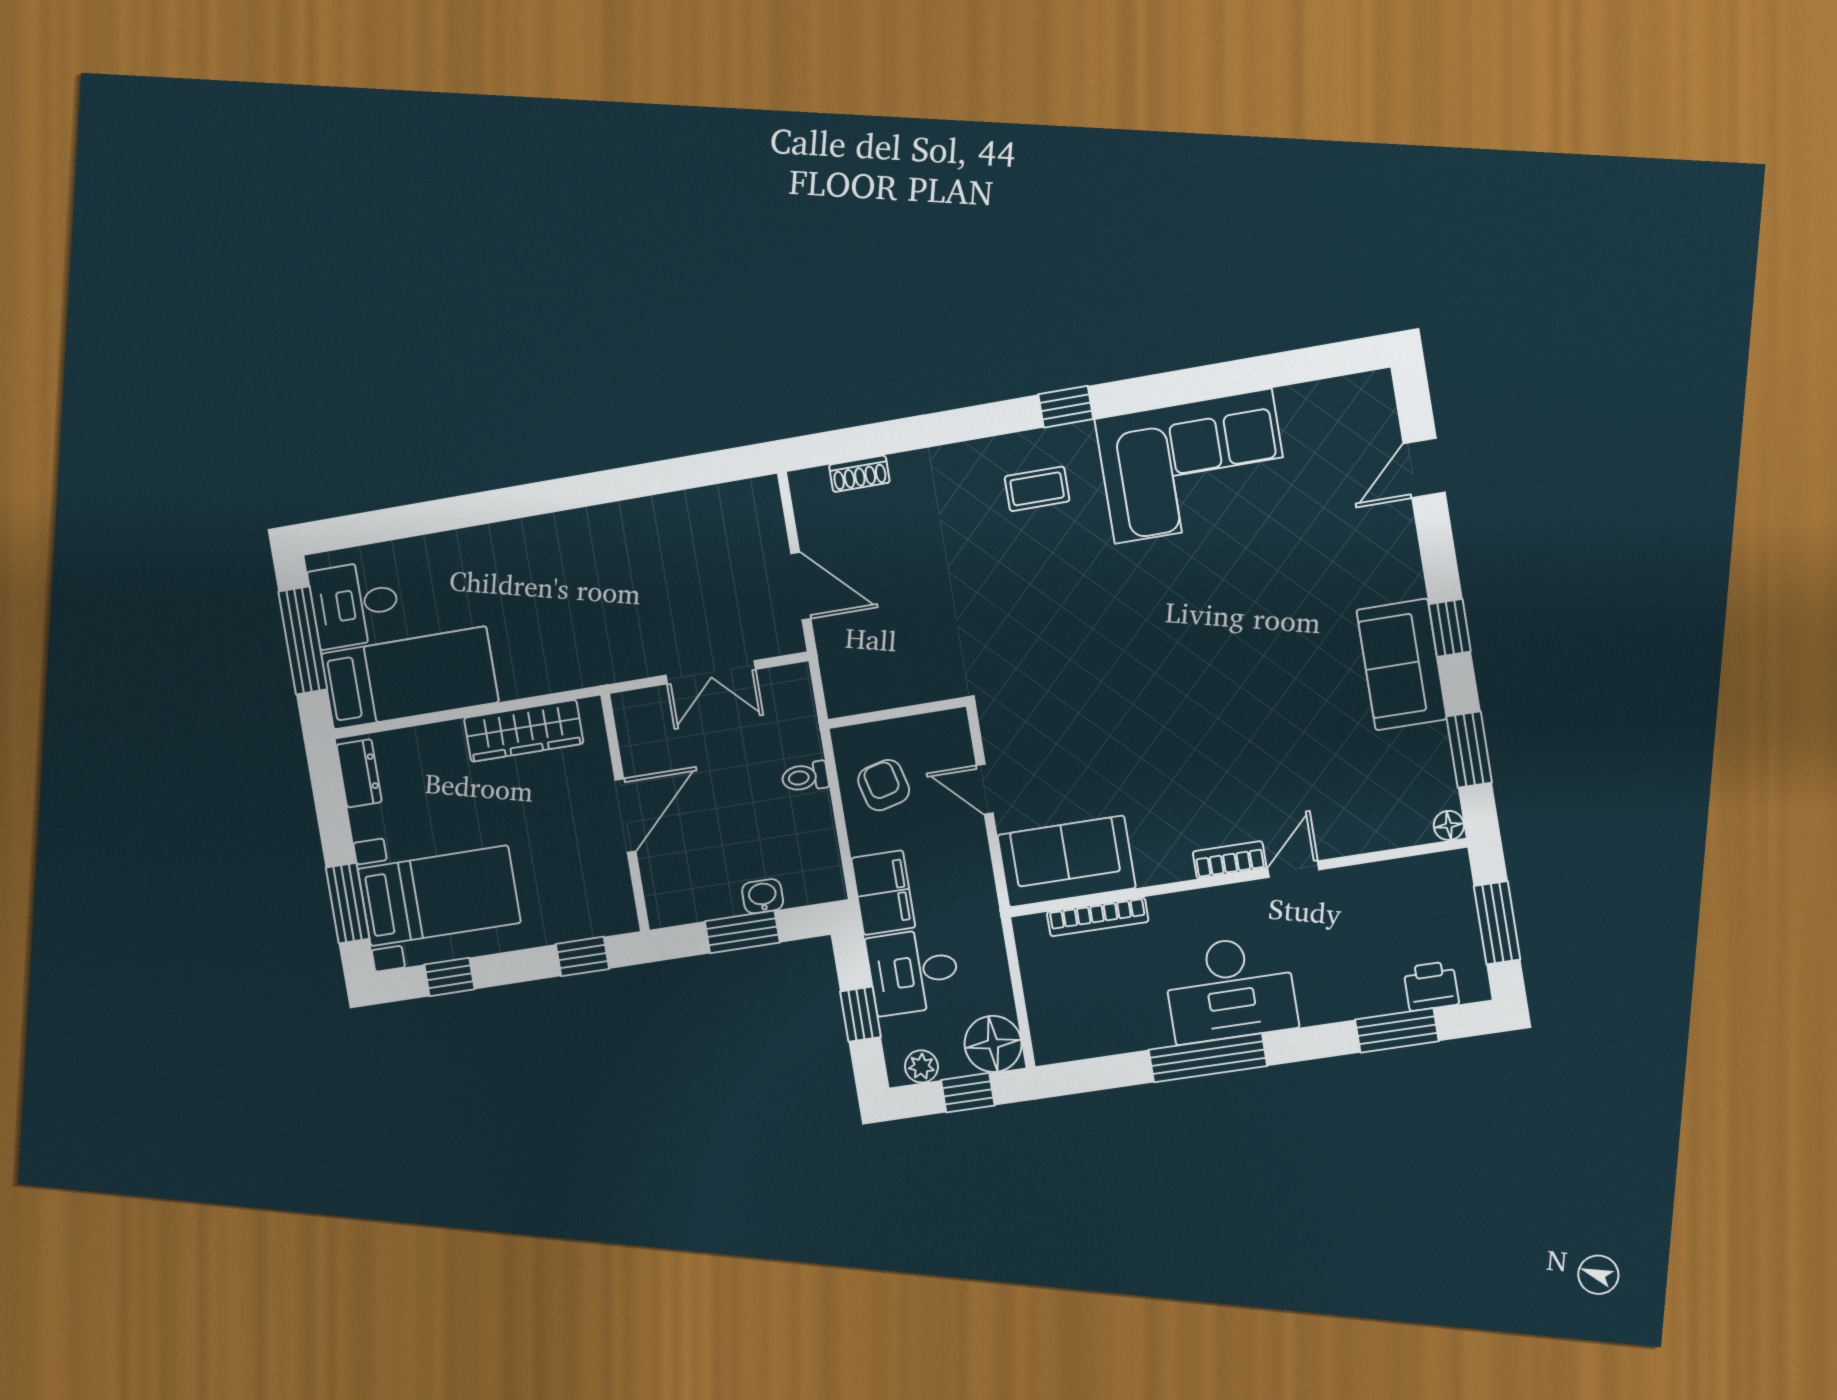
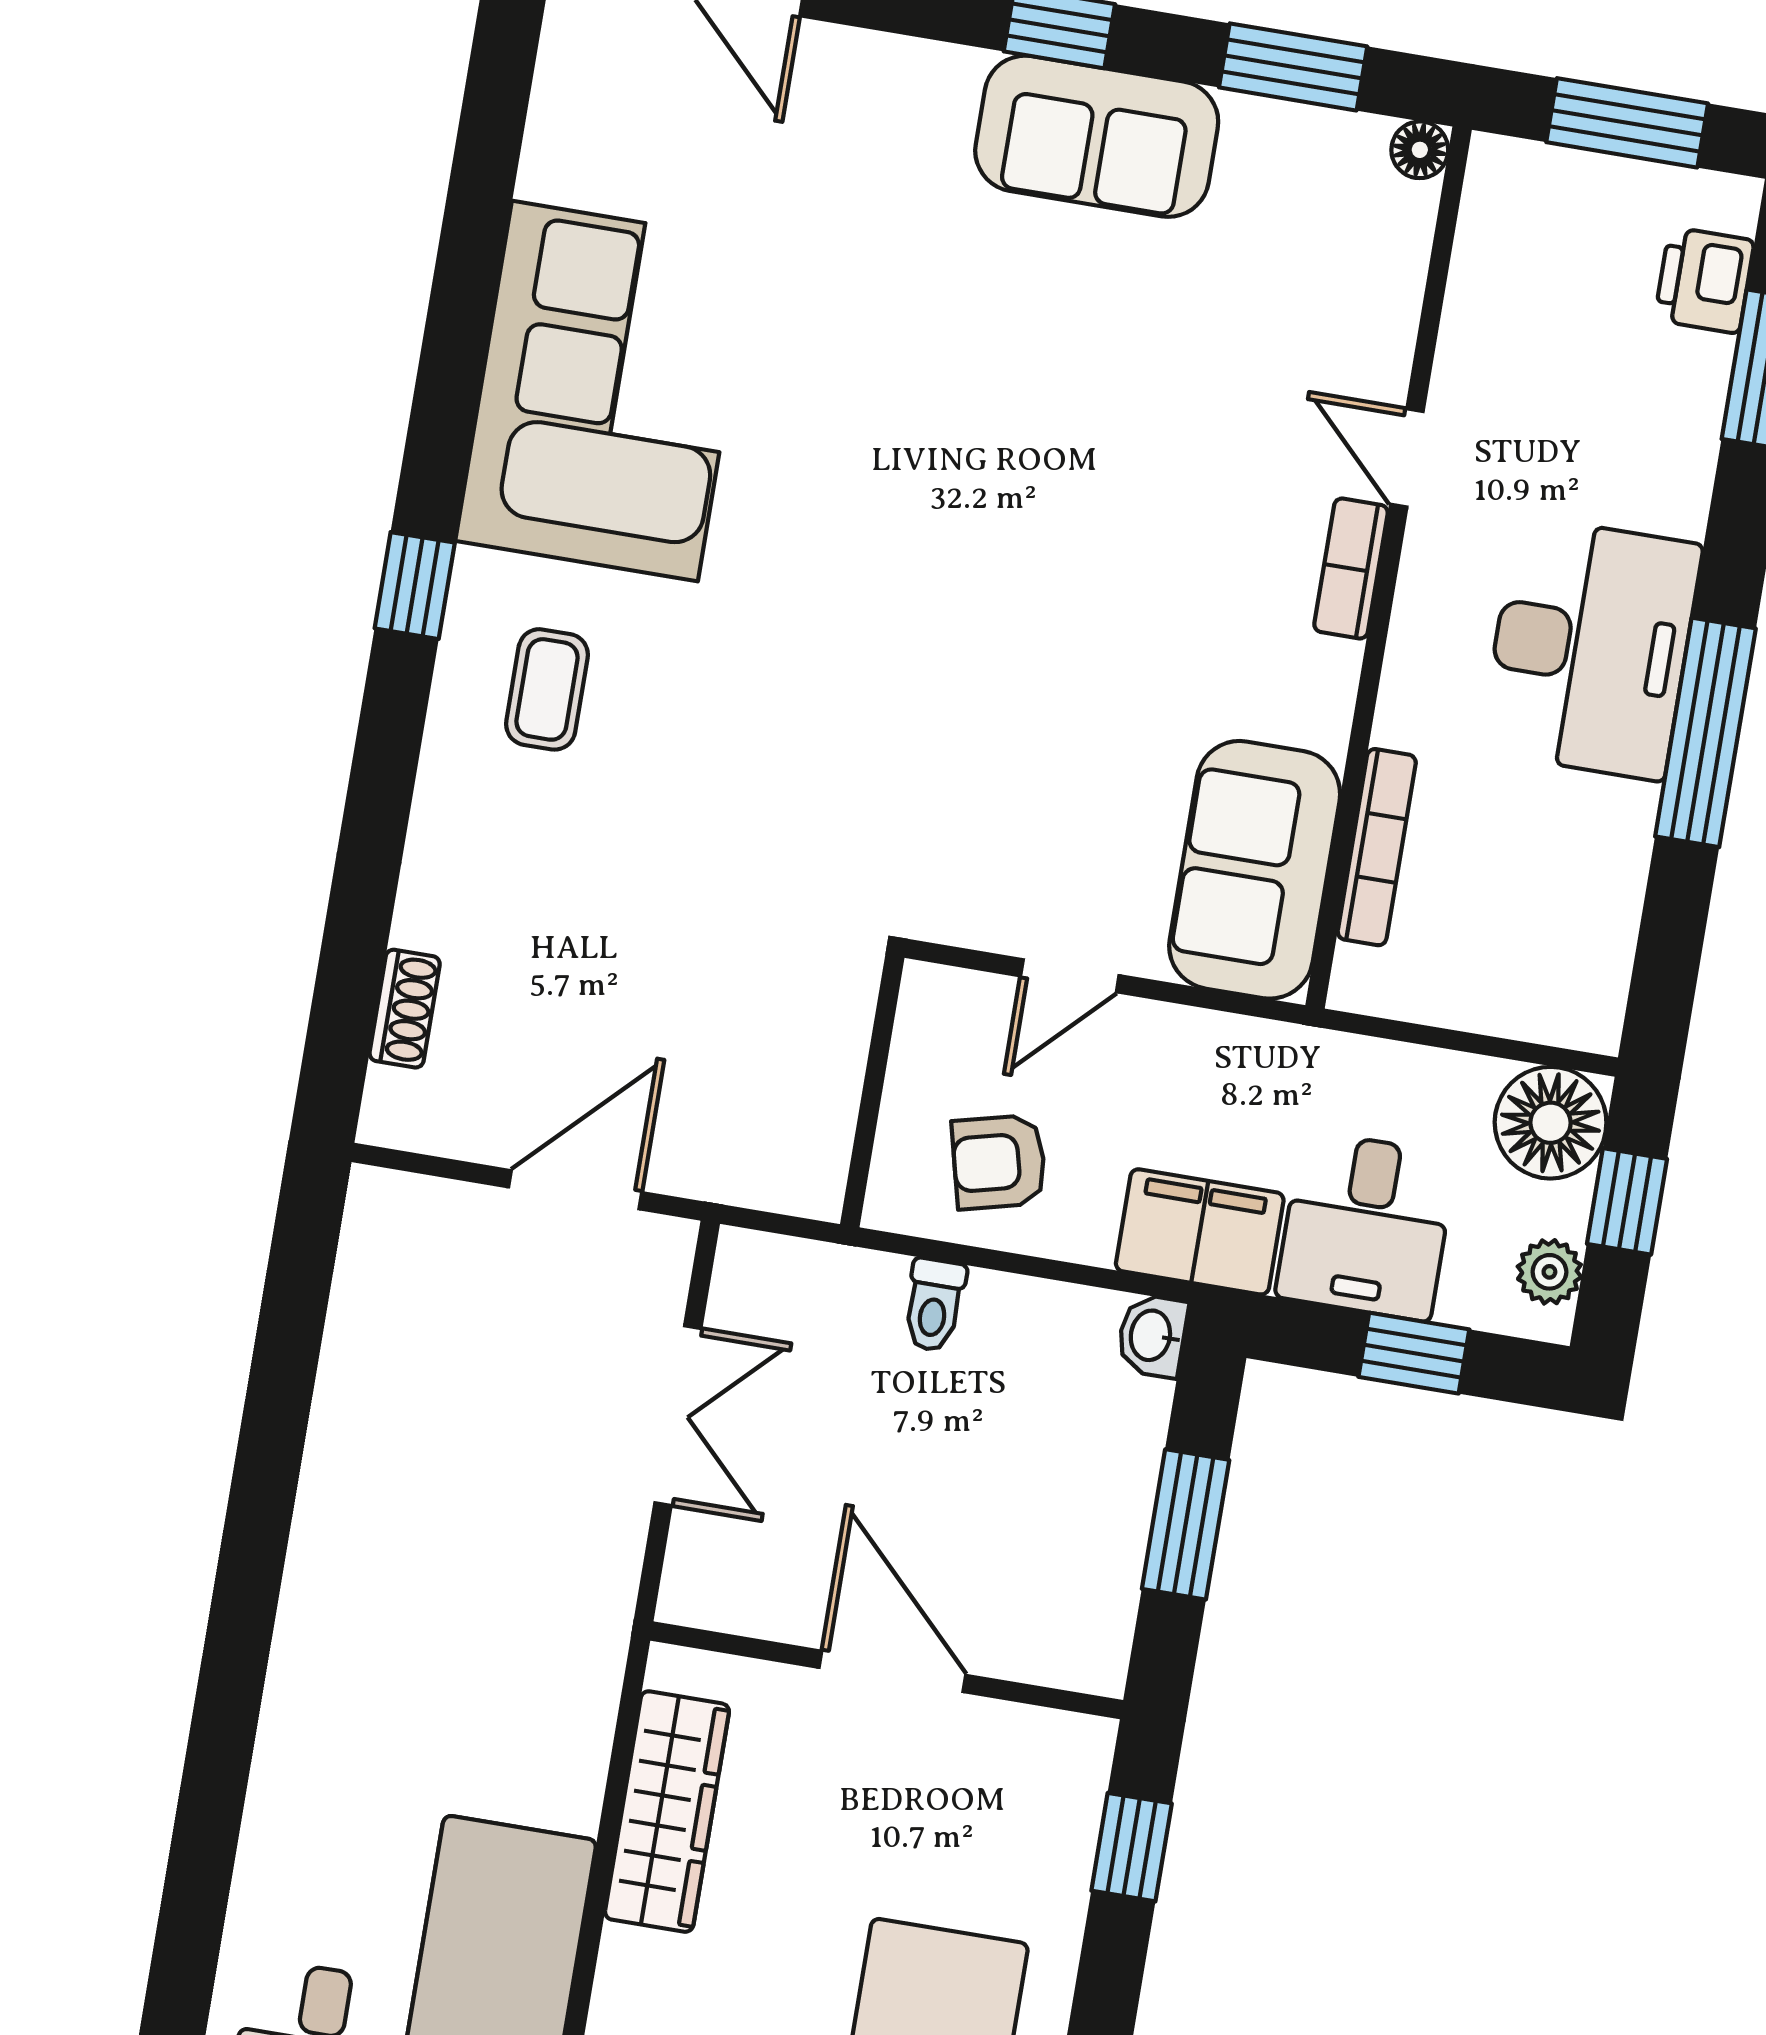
washbasin: (763, 896) -> (1152, 1336), moved

